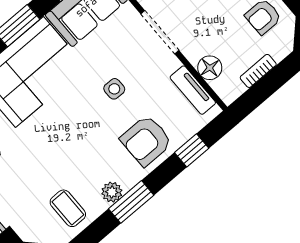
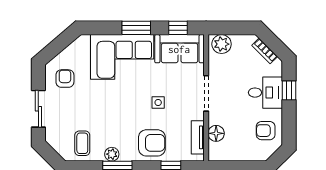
bookcase: (258, 71) -> (239, 156), removed
armchair: (146, 141) -> (152, 143), turned 180

